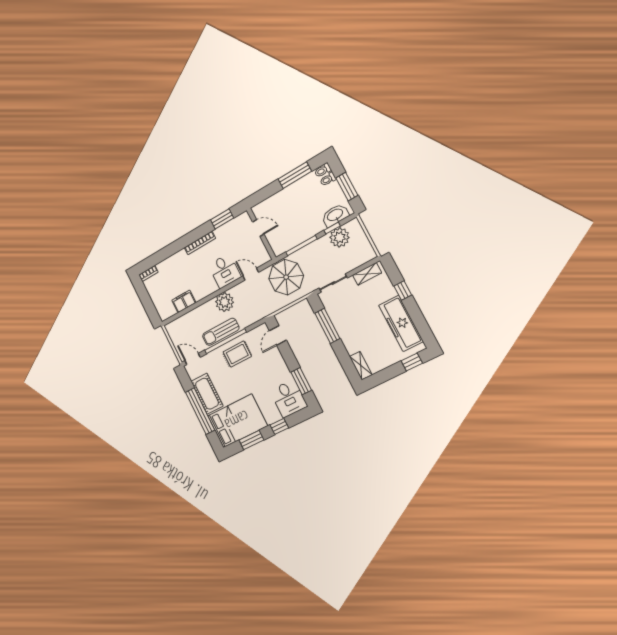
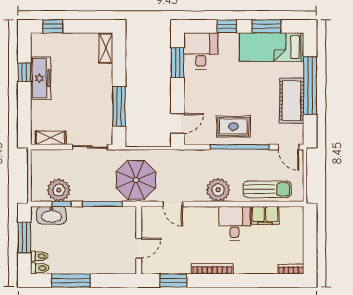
door: (258, 228) -> (139, 248), swing flipped
desk: (225, 271) -> (235, 223), moved
window: (403, 291) -> (24, 72), moved
freezer: (401, 323) -> (41, 78), width x0.73, depth x0.79
sun lounger: (221, 332) -> (267, 189), moved
bed: (237, 421) -> (272, 47), width x0.67

